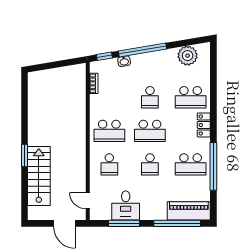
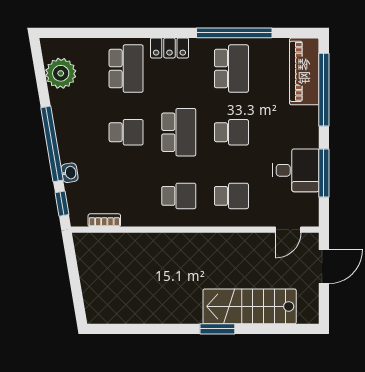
school desk: (109, 131) -> (179, 196), width x0.54

